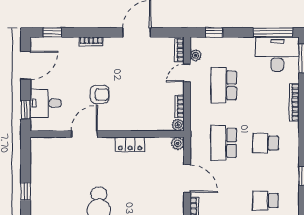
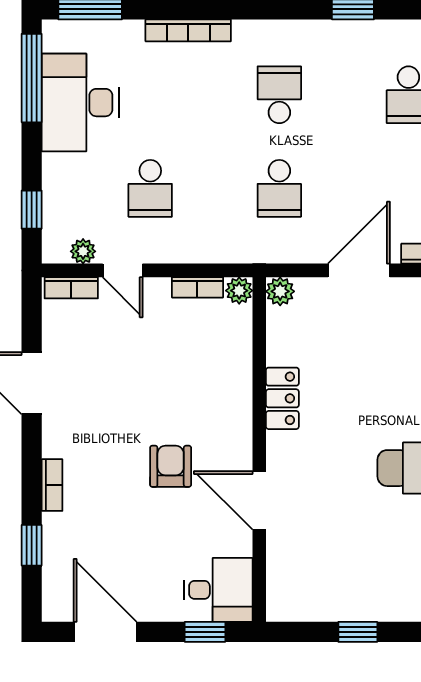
window: (52, 32) -> (32, 545), moved
desk: (277, 54) -> (80, 103), moved
school desk: (224, 85) -> (150, 188), width x0.54
desk: (46, 103) -> (218, 590), moved, turned -90
school desk: (224, 143) -> (279, 188), width x0.54
school desk: (265, 143) -> (279, 95), turned 180
window: (26, 192) -> (358, 632), moved

